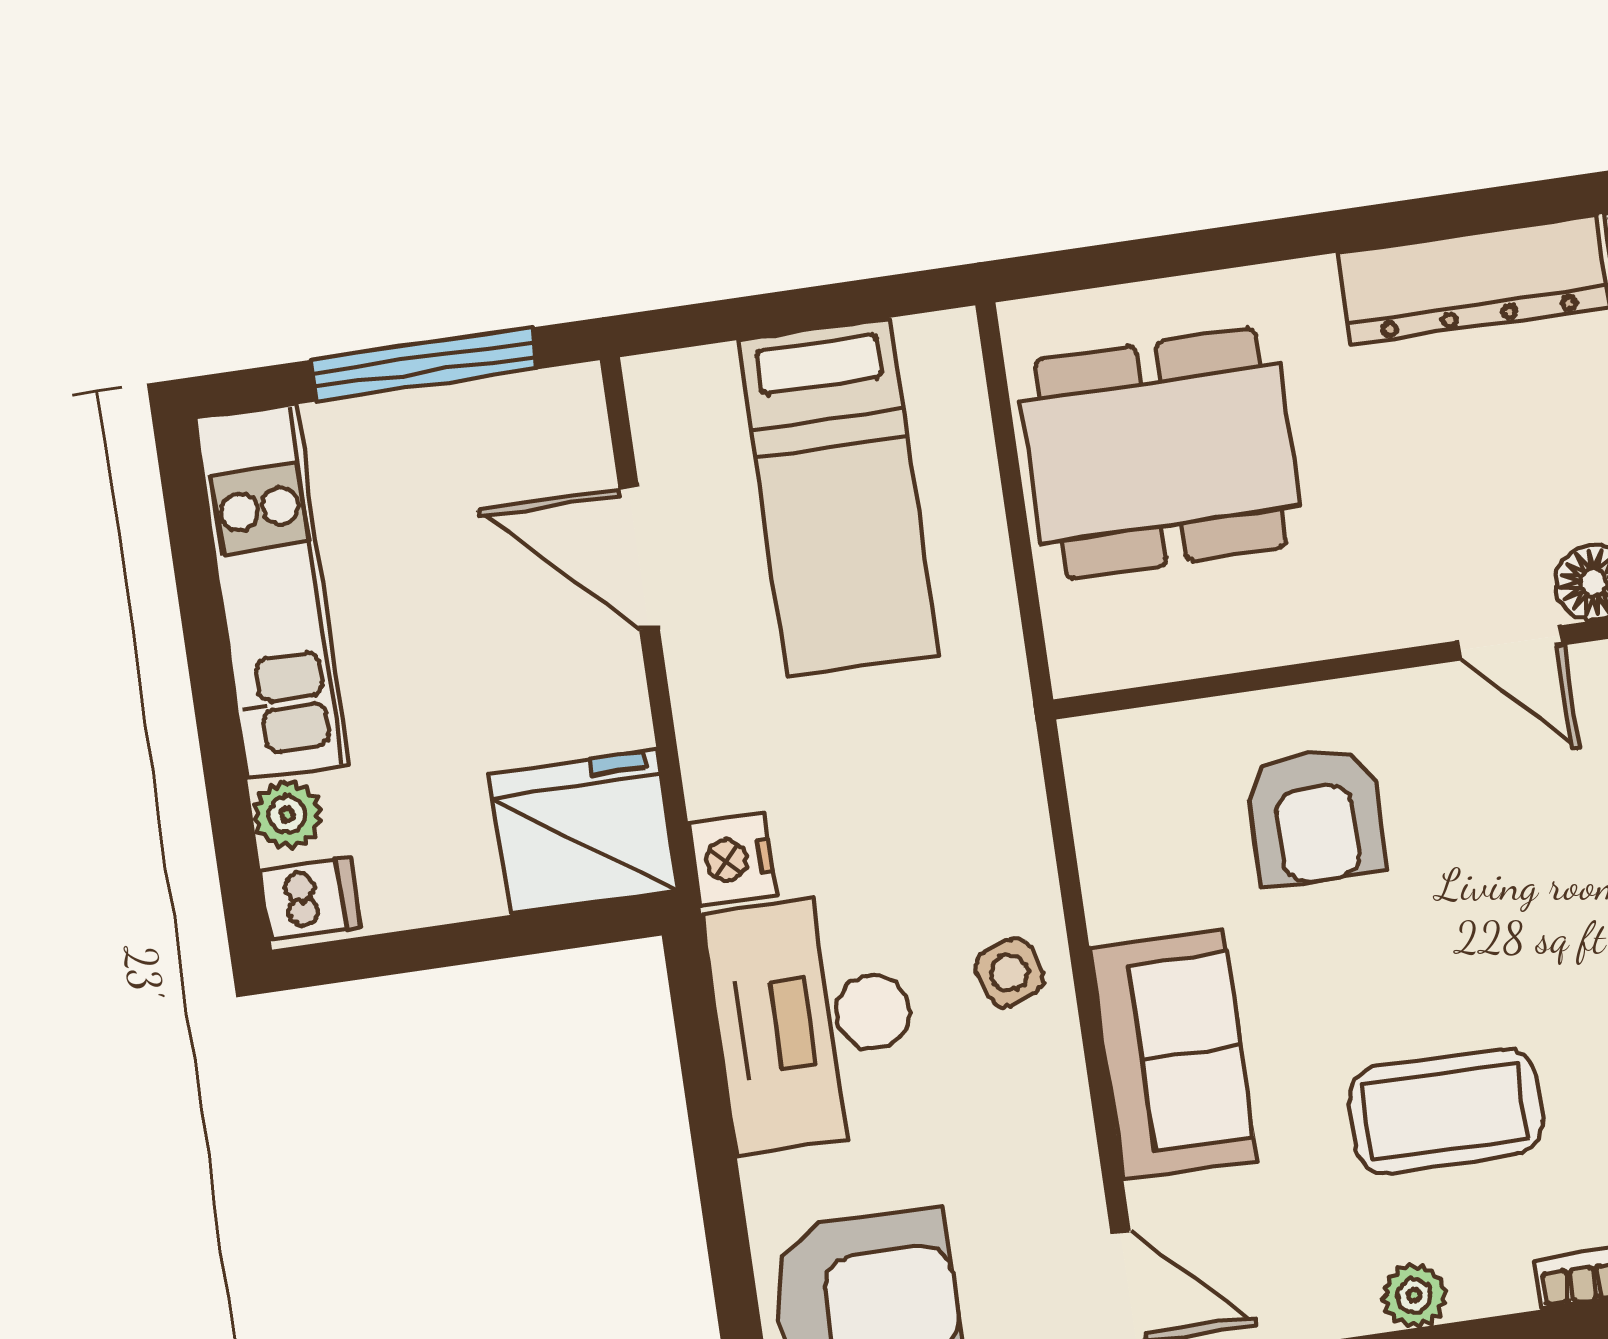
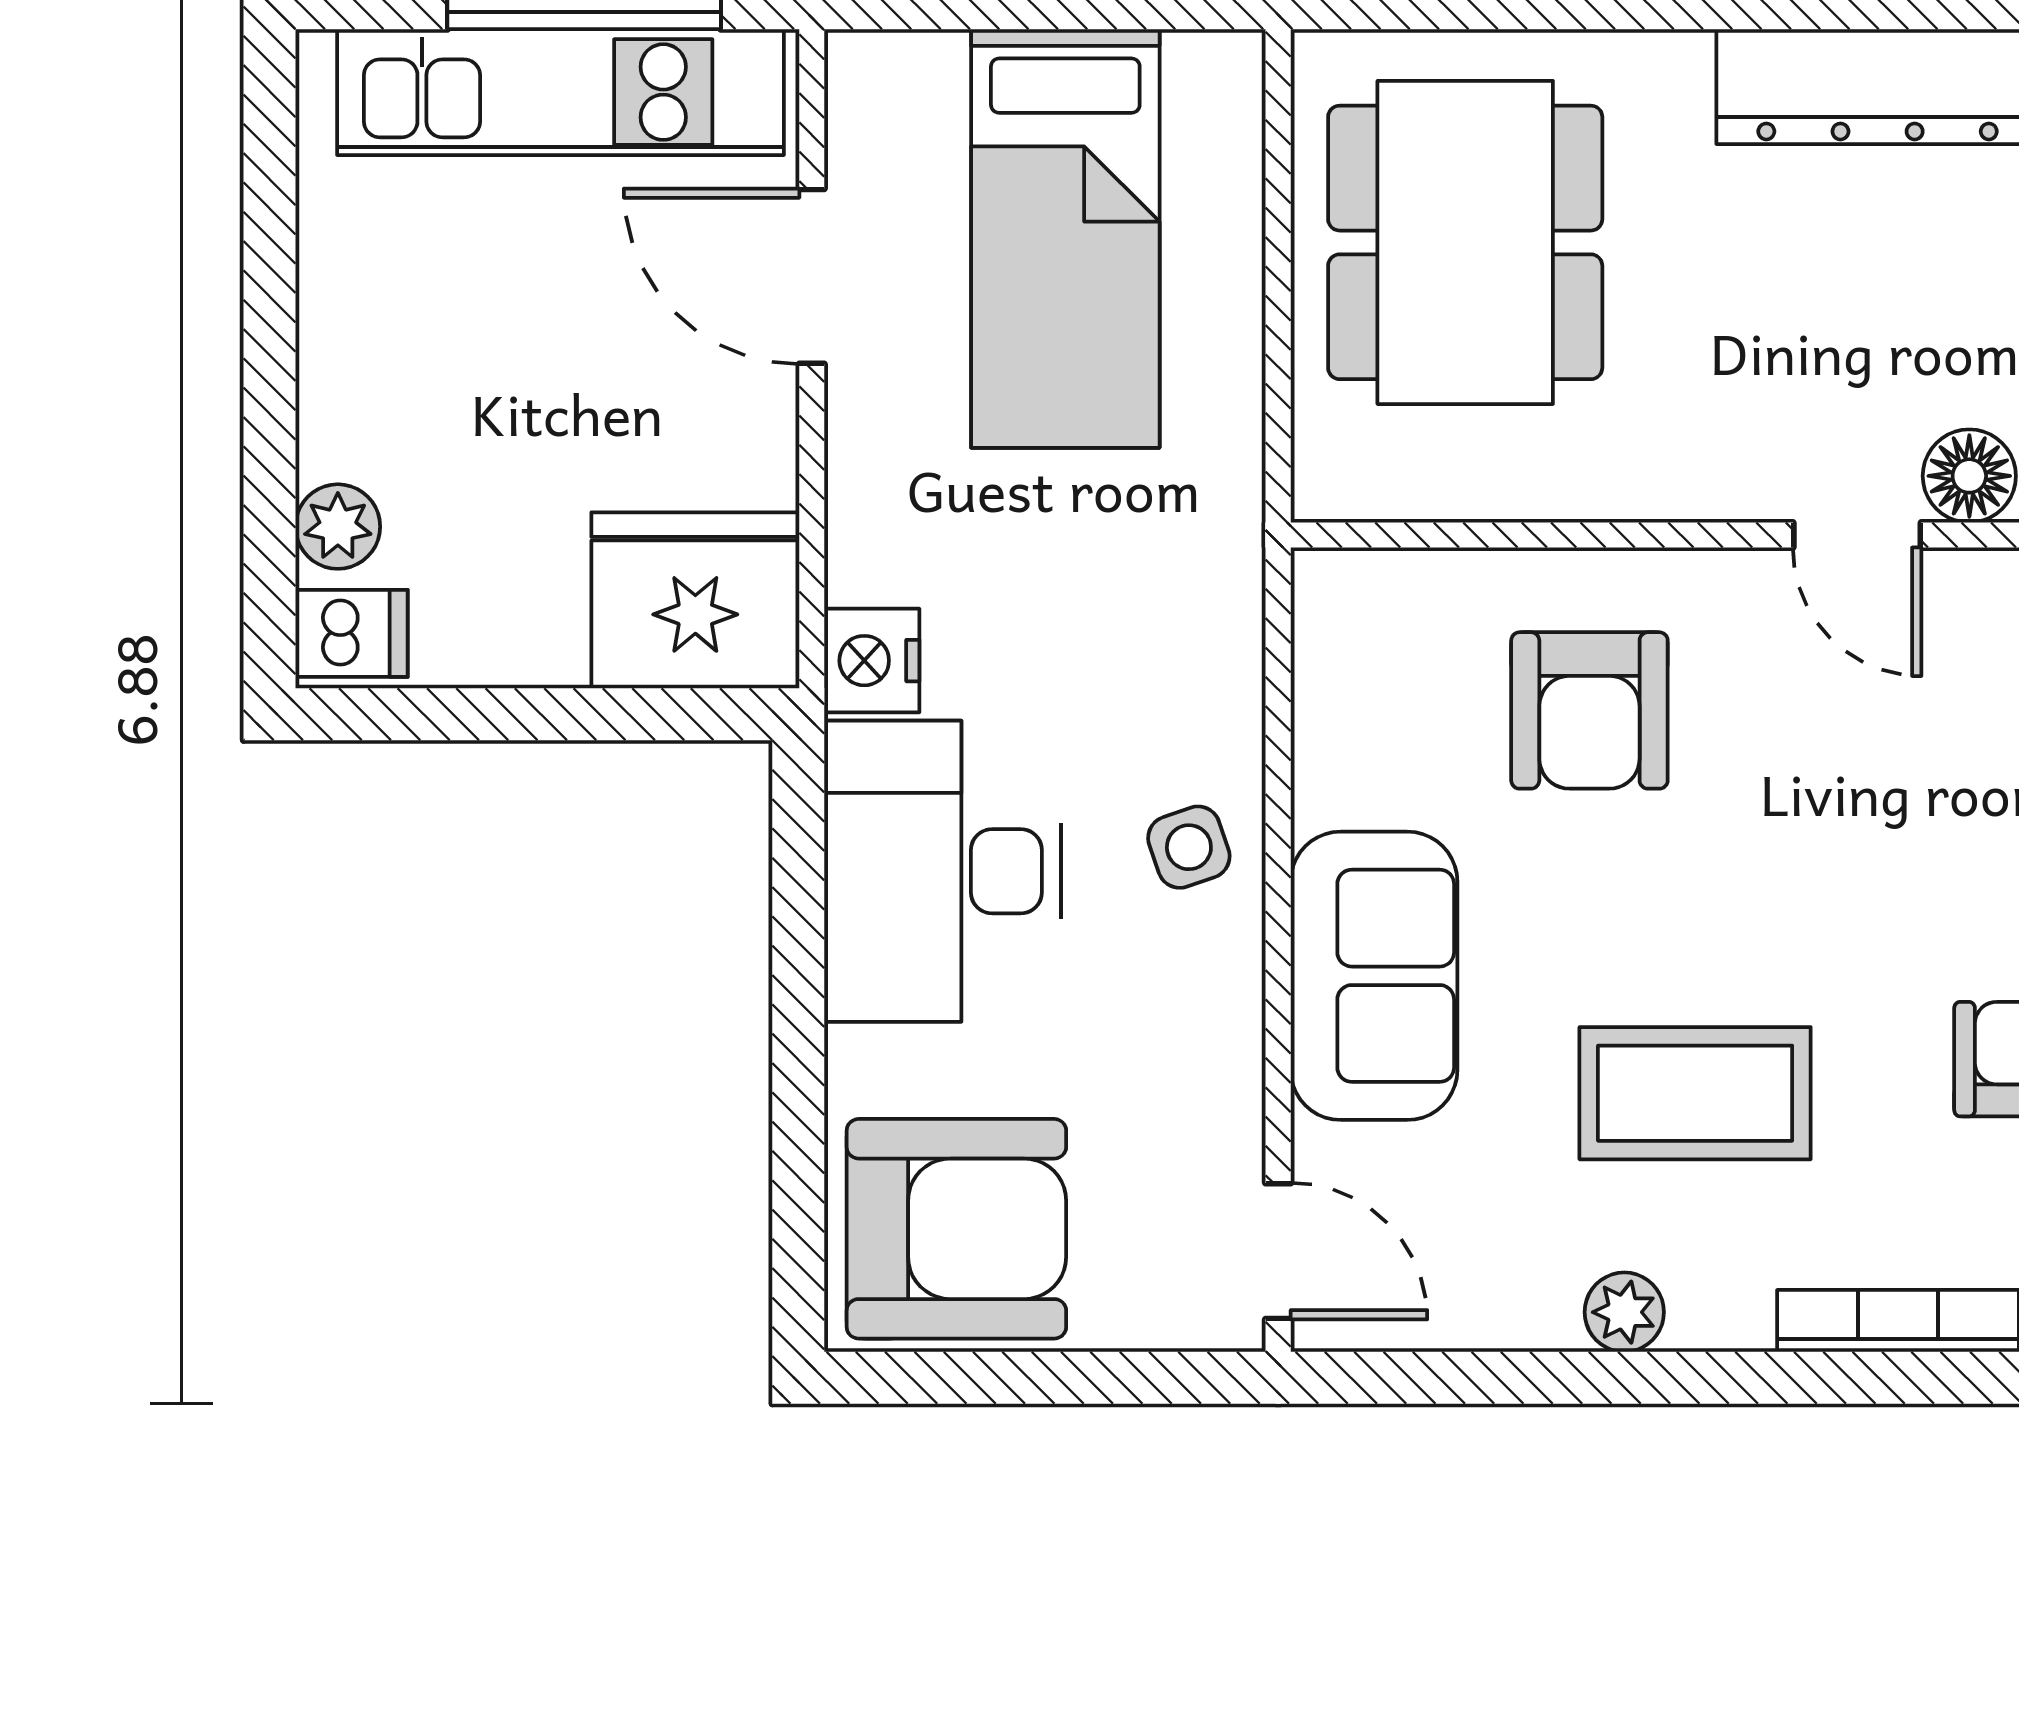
dining table: (1161, 454) -> (1465, 242), turned 90
kitchen unit: (272, 592) -> (560, 92), moved, turned 90

